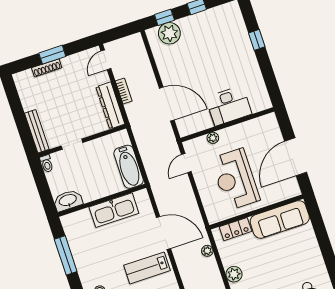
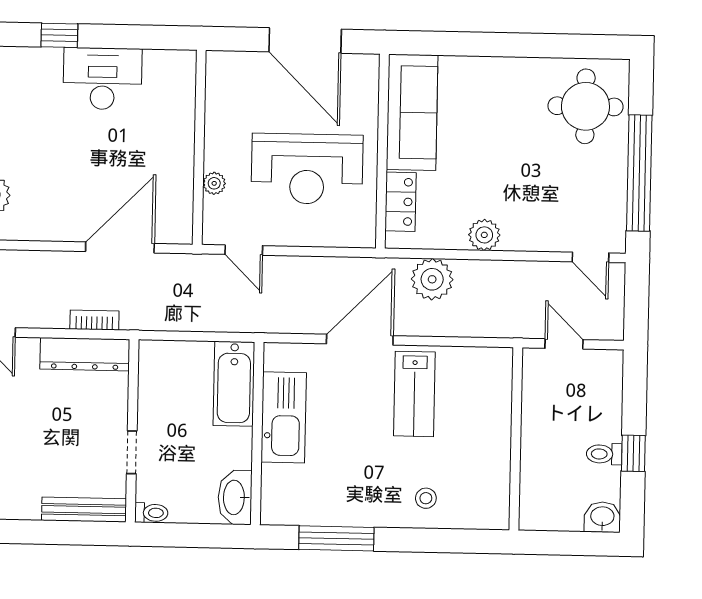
bookcase: (124, 91) -> (94, 320), moved
desk: (229, 106) -> (102, 79), moved, turned -90
bathtub: (129, 167) -> (234, 384), moved, turned 90
plant: (207, 251) -> (432, 279), width x1.87, depth x1.87

